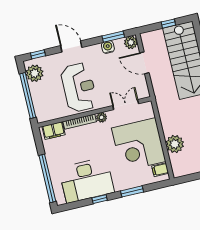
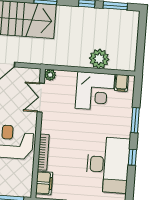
plant: (102, 117) -> (50, 75), moved
corner desk: (139, 145) -> (95, 91), width x0.74, depth x0.74

